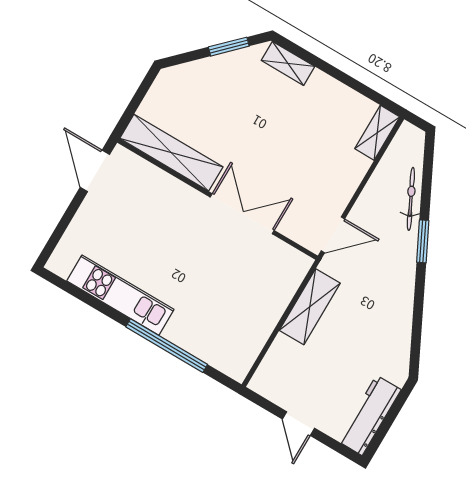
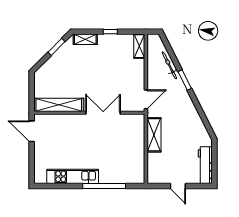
window: (341, 76) -> (110, 32), added

